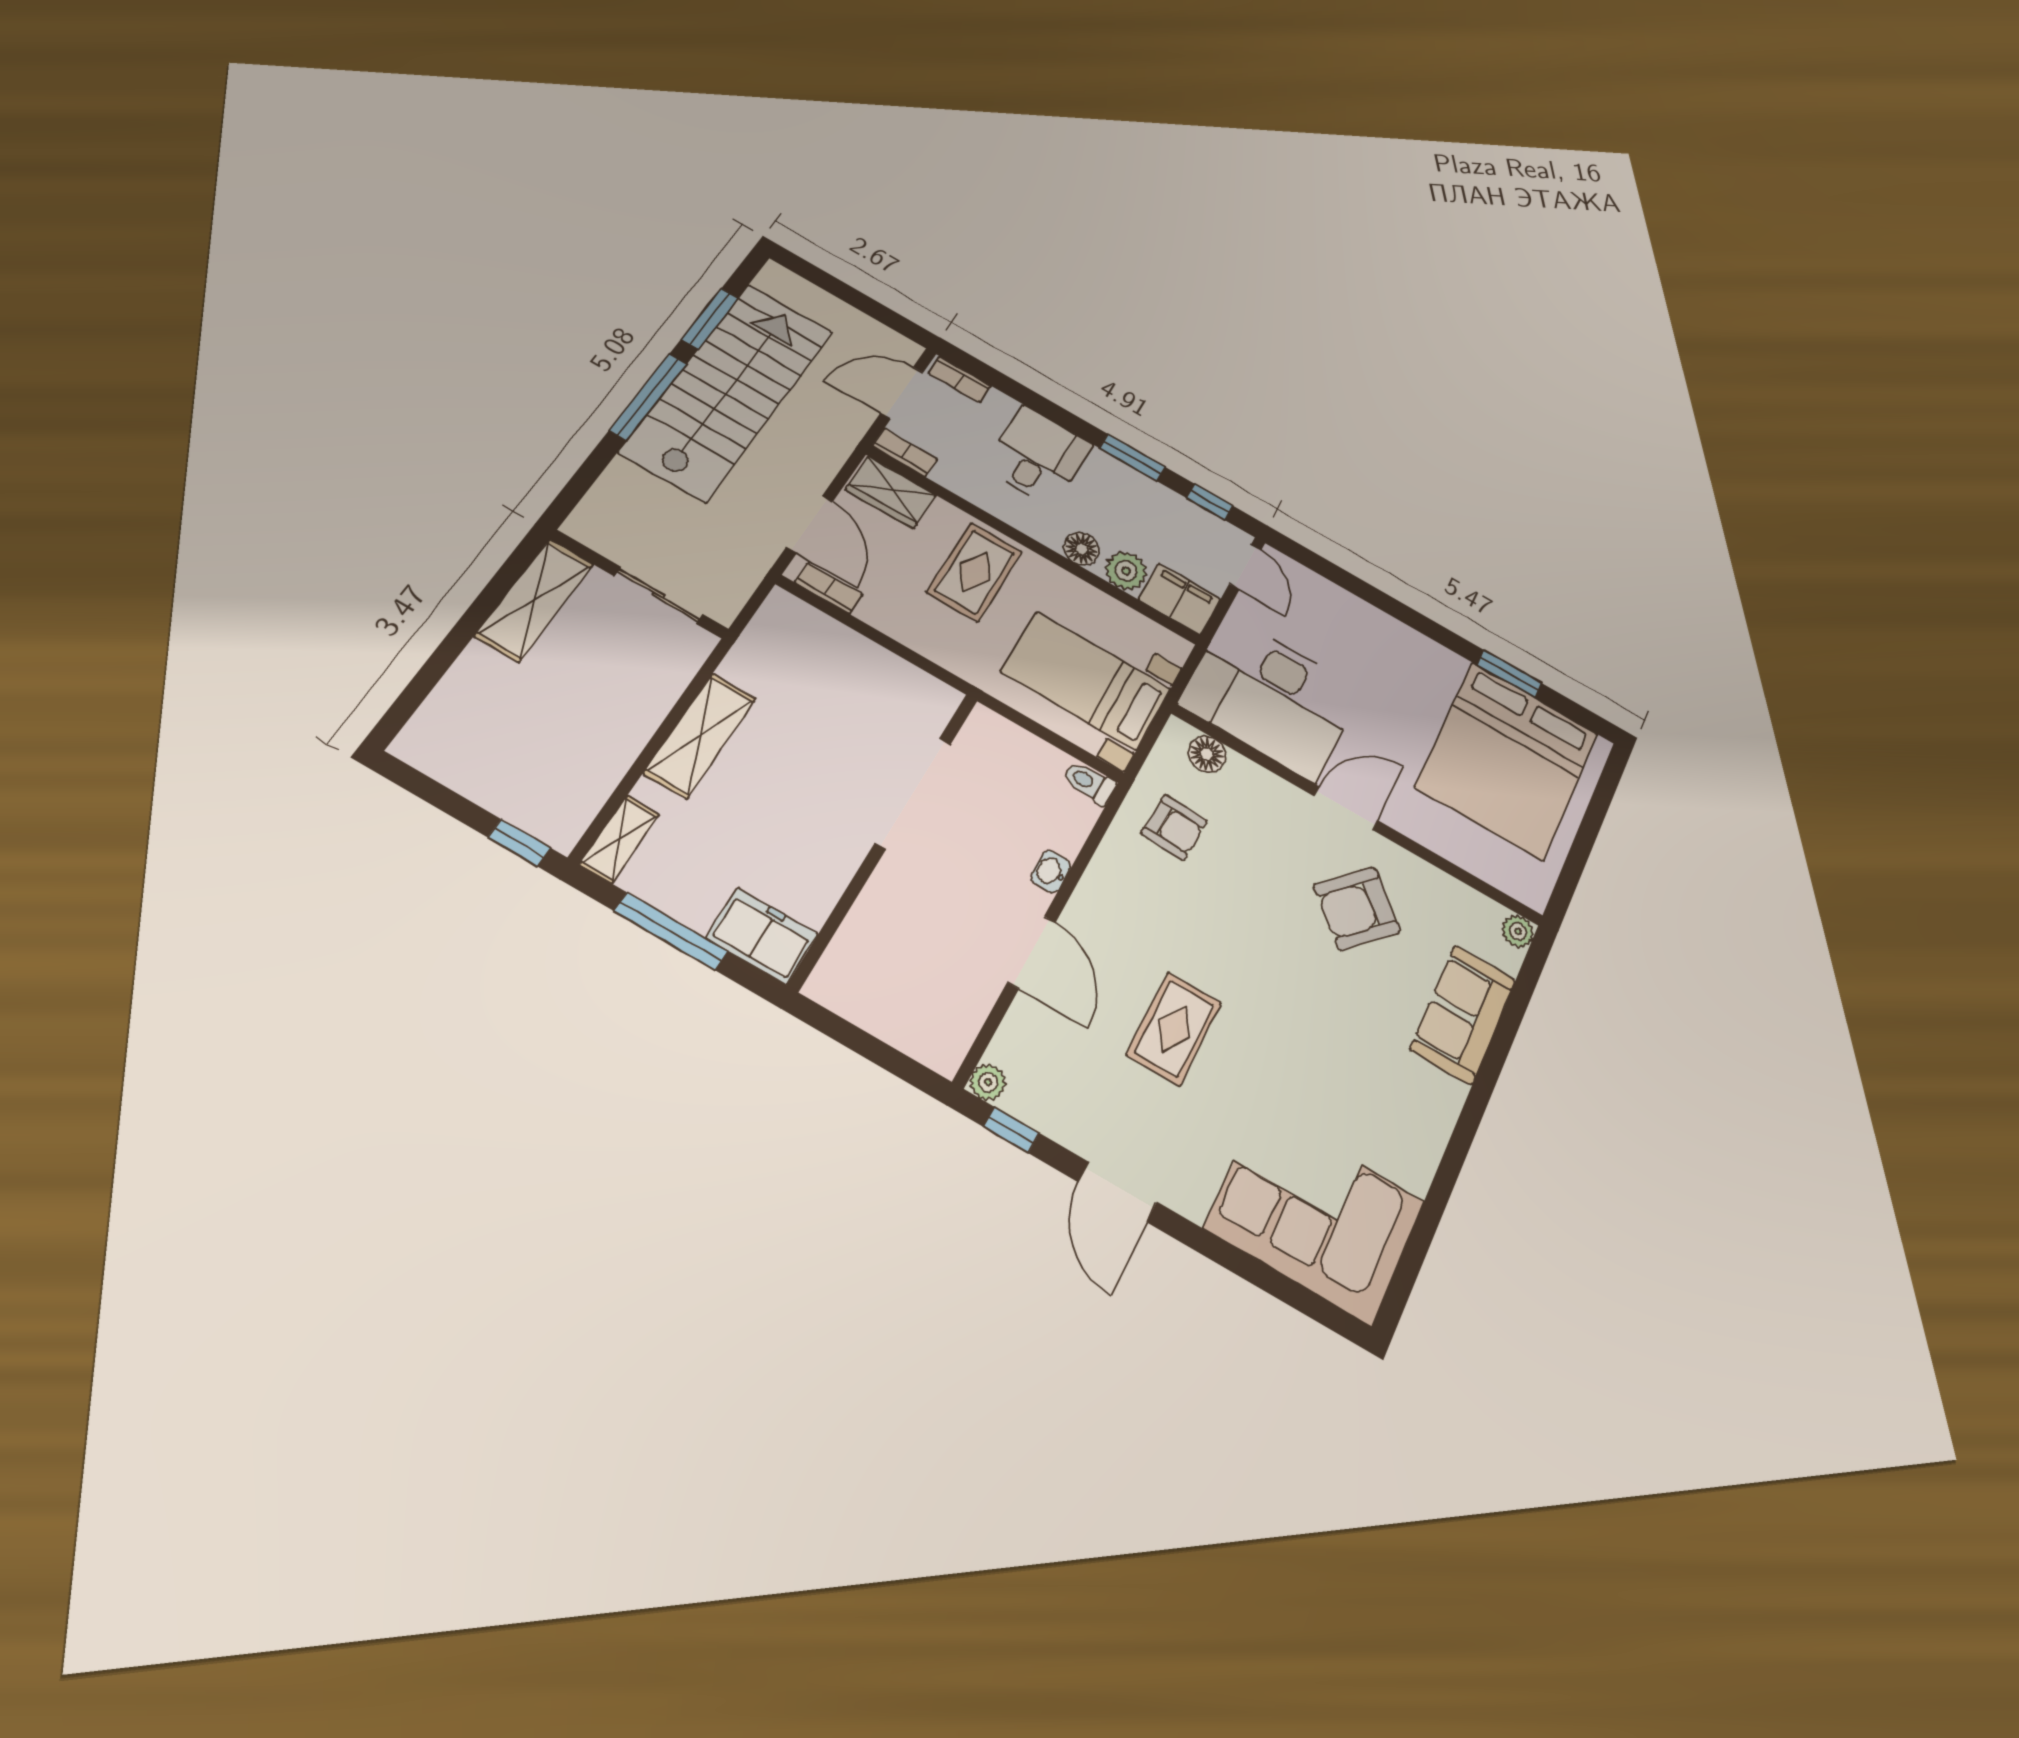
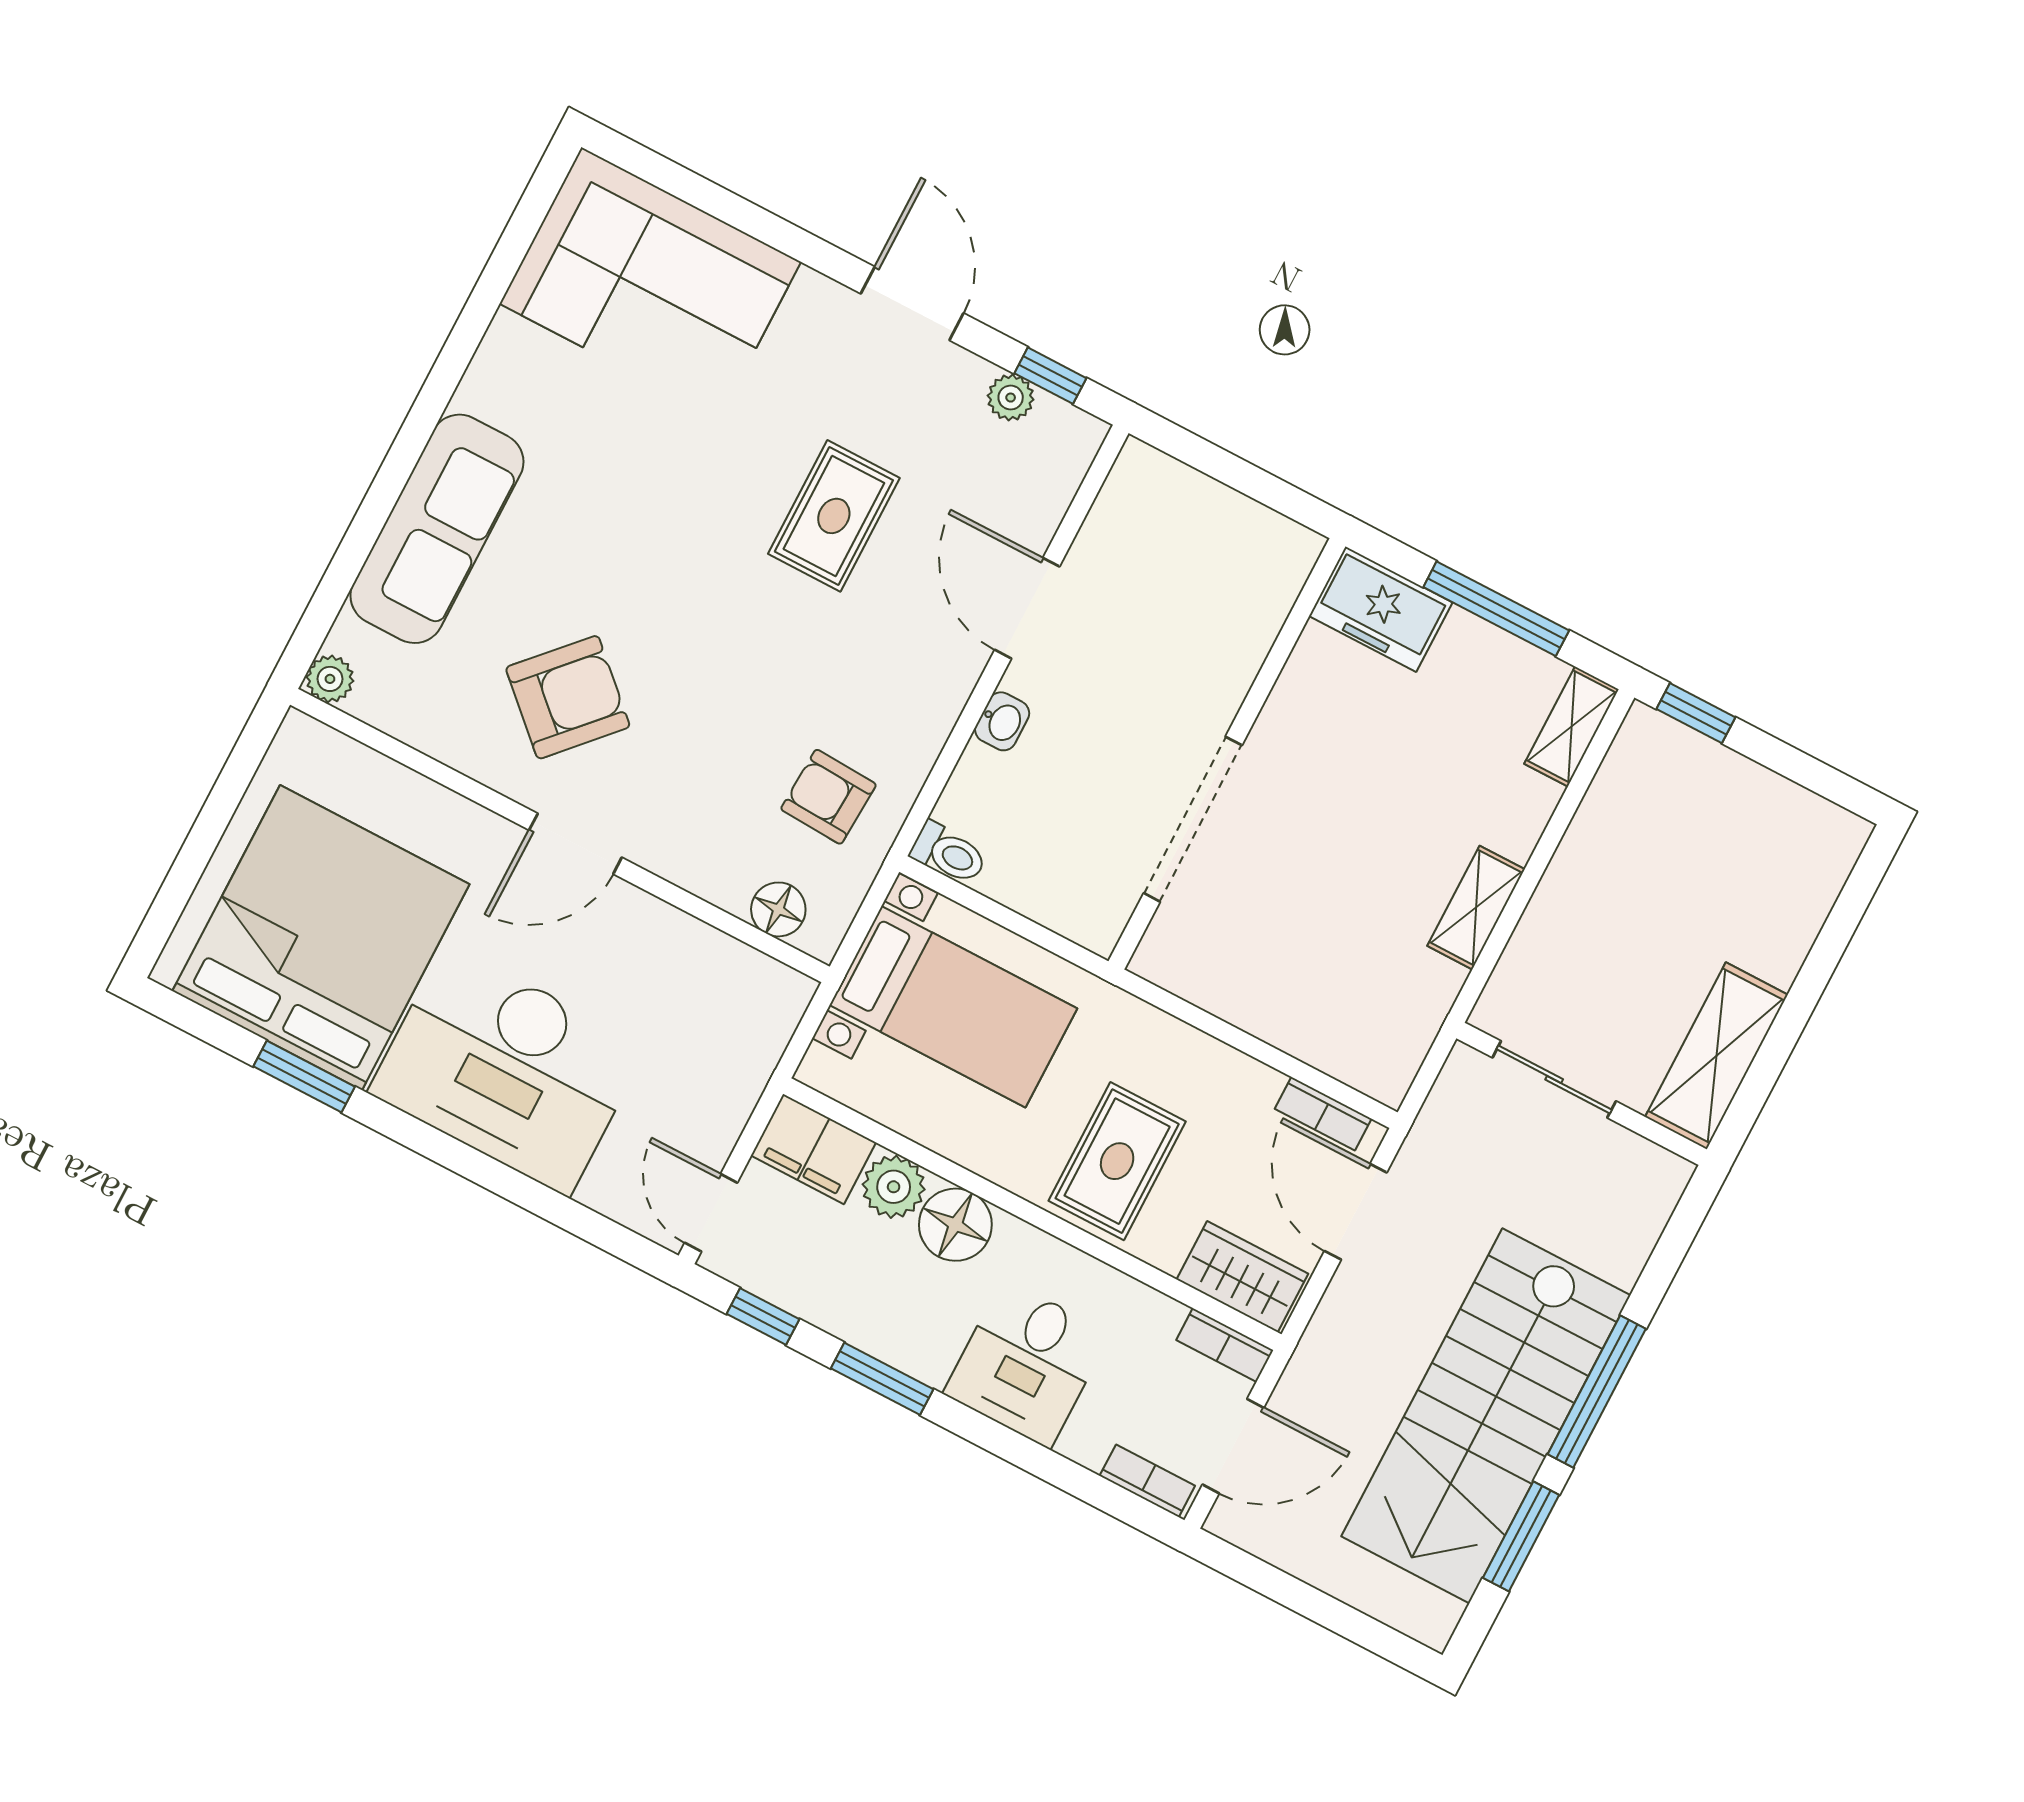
floor lamp: (1082, 549) -> (955, 1225), width x1.38, depth x1.38
desk: (1271, 697) -> (507, 1070), moved, turned 180
shelving: (700, 736) -> (1476, 908), width x0.67, depth x0.75
sofa: (1463, 1014) -> (437, 529), width x1.36
plant: (988, 1082) -> (1011, 398), moved

